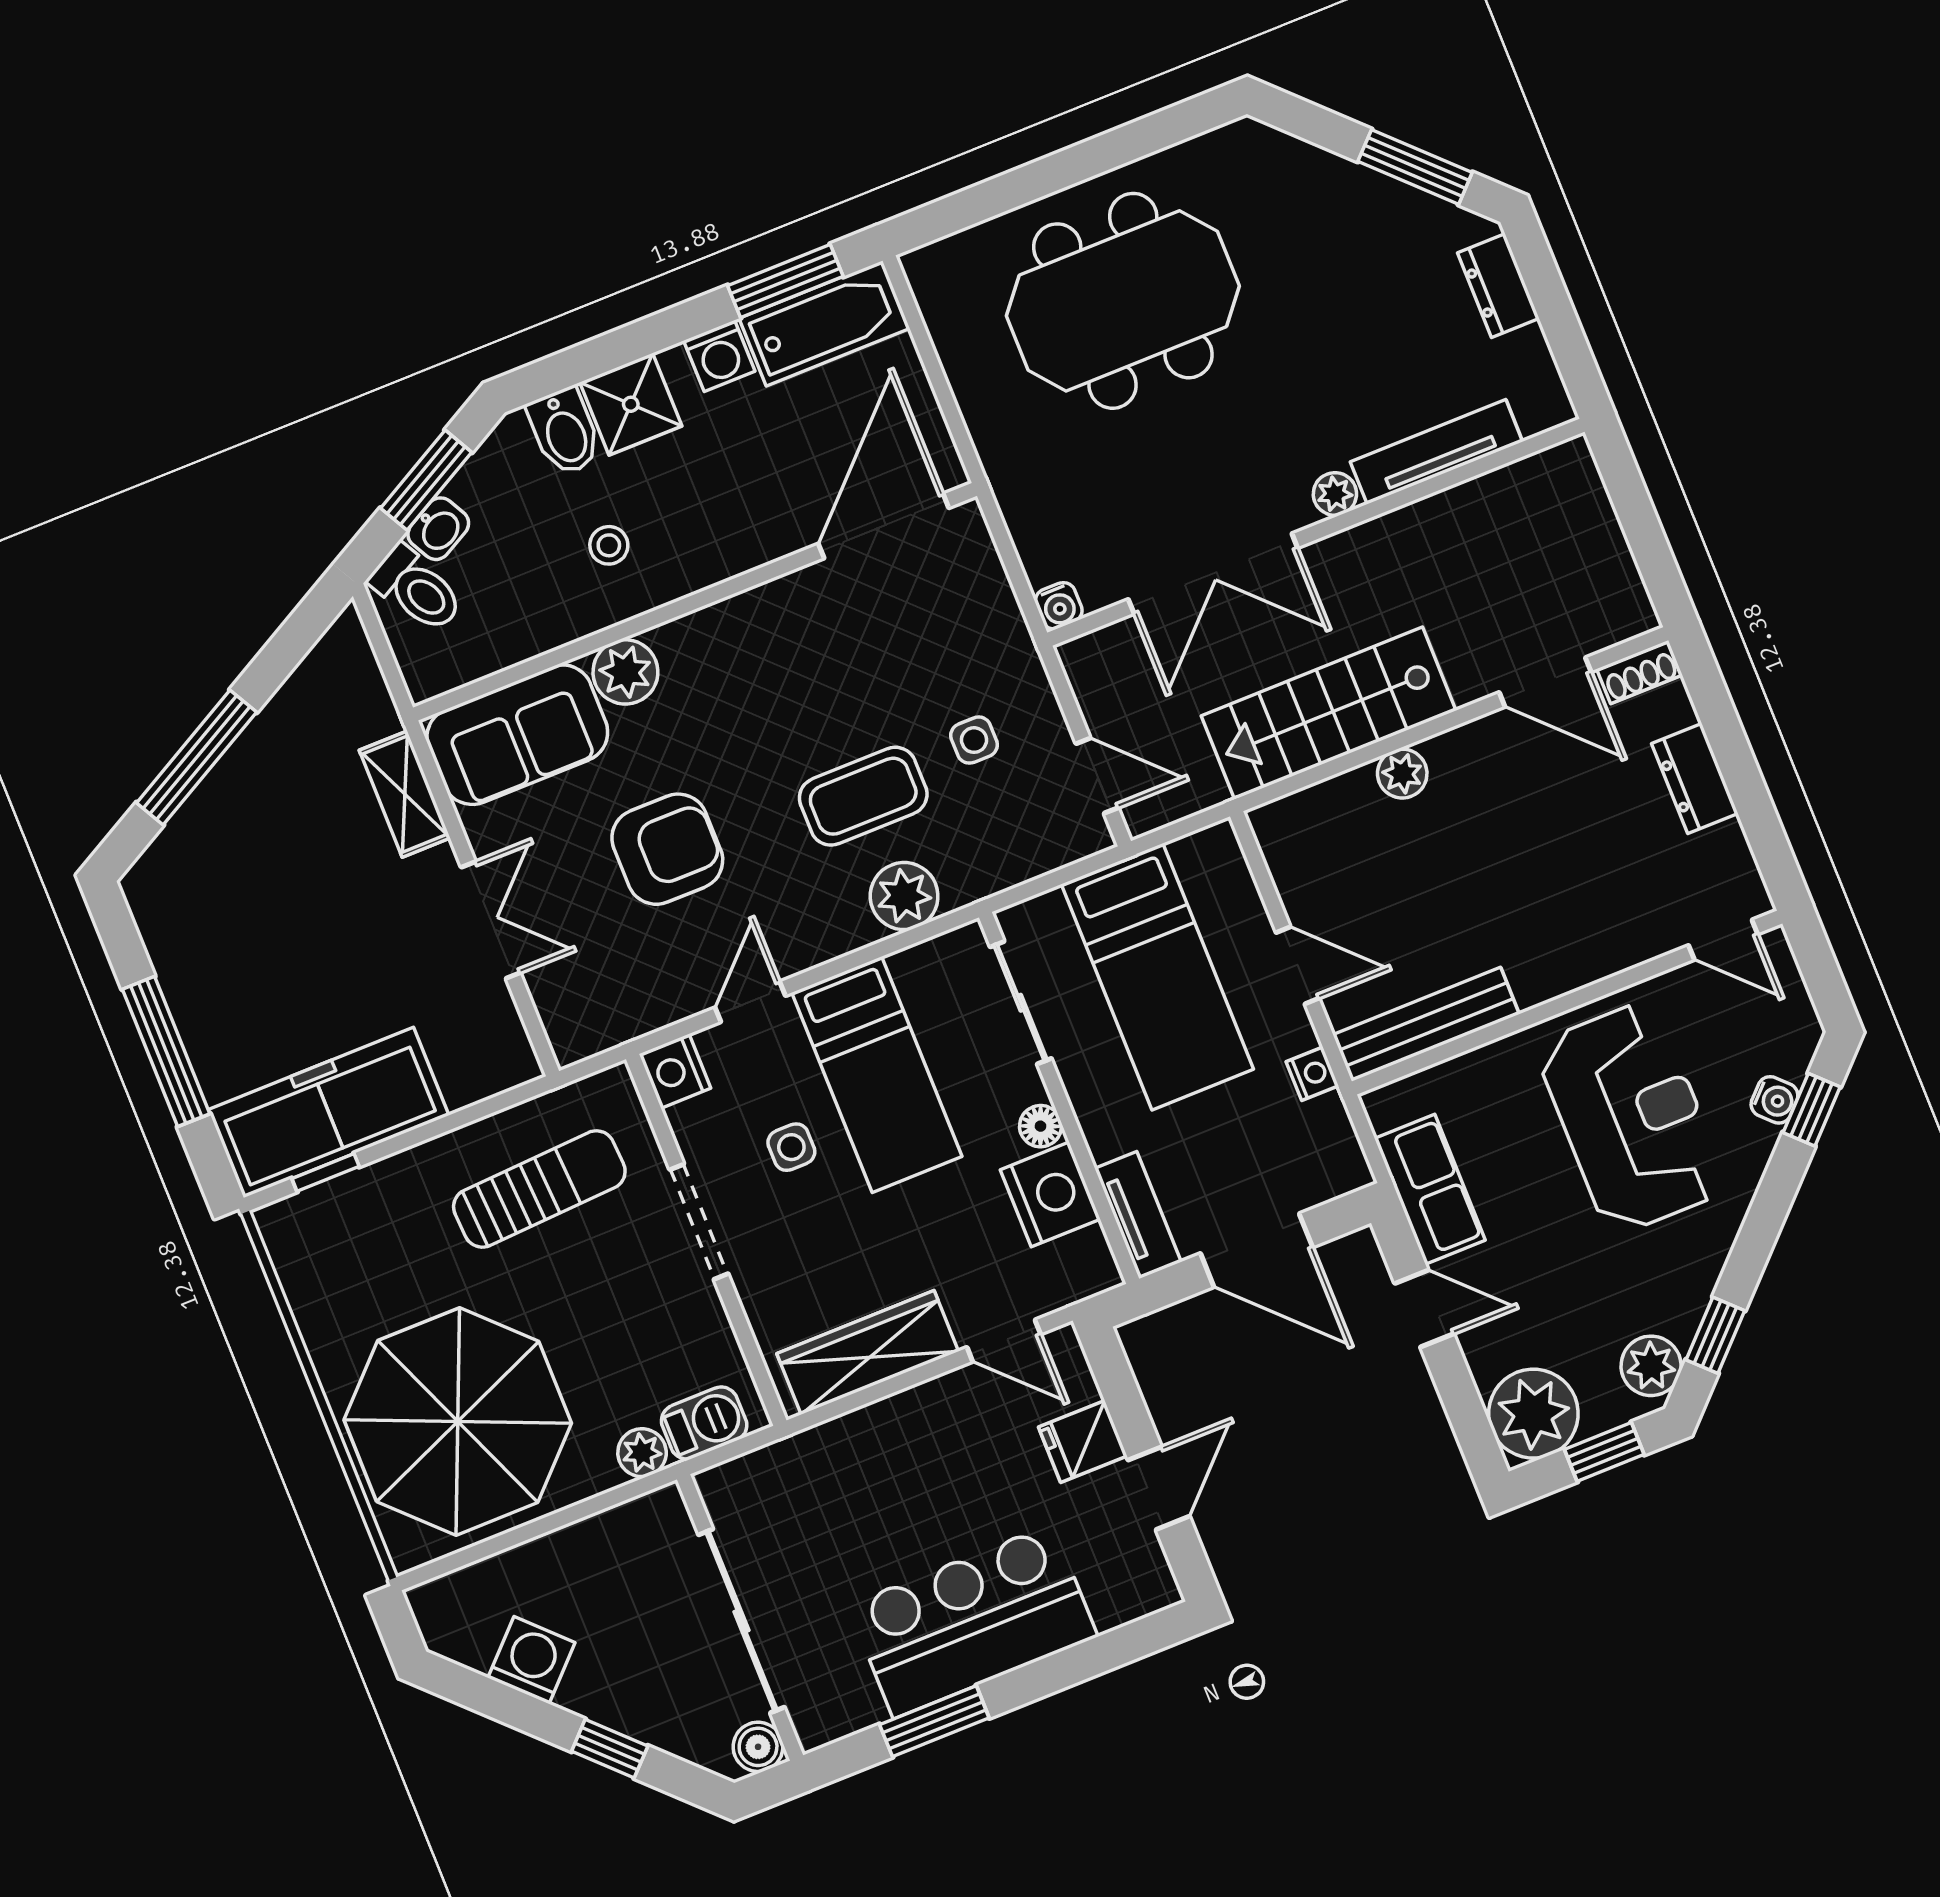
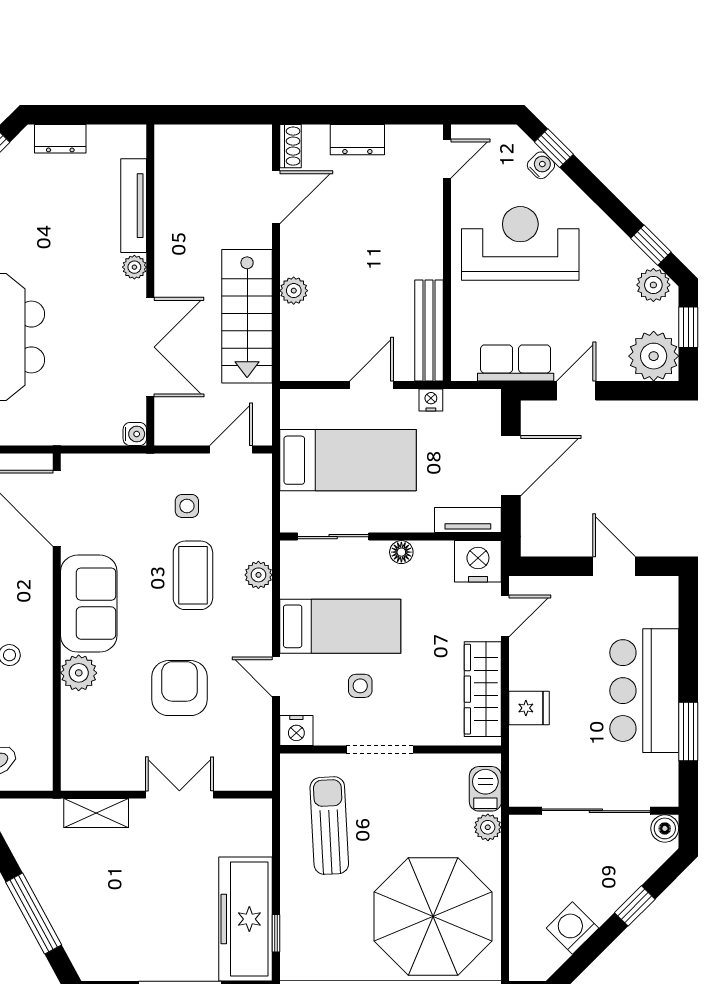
sofa: (517, 735) -> (89, 604), moved
plant: (904, 896) -> (258, 575), width x0.73, depth x0.73
nightstand: (1050, 1194) -> (478, 561), moved
fridge: (1083, 1442) -> (529, 708), moved, turned -90

